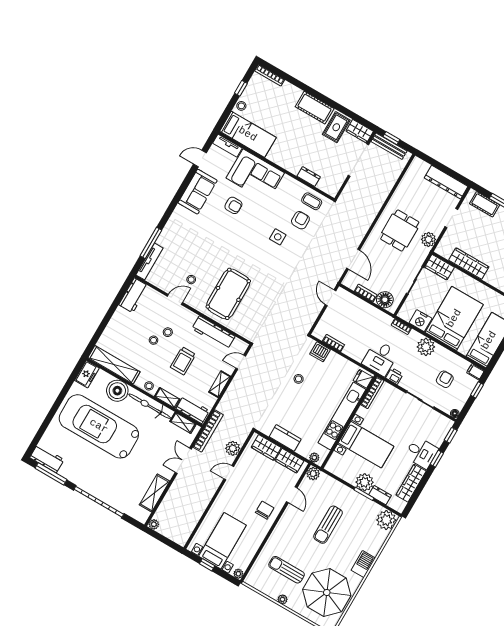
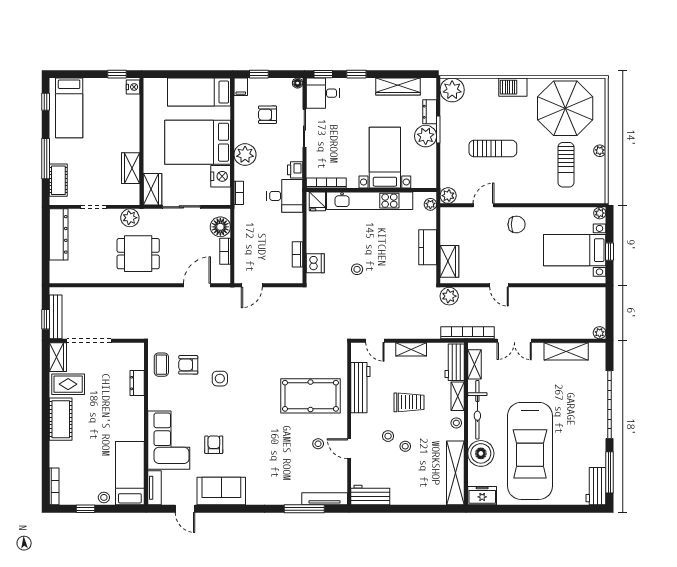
wardrobe: (469, 264) -> (131, 168), width x0.67
plant: (233, 448) -> (449, 296), moved
desk: (421, 453) -> (323, 93), moved, turned -90
wardrobe: (289, 461) -> (449, 229), removed
chair: (265, 510) -> (517, 224), turned 180

